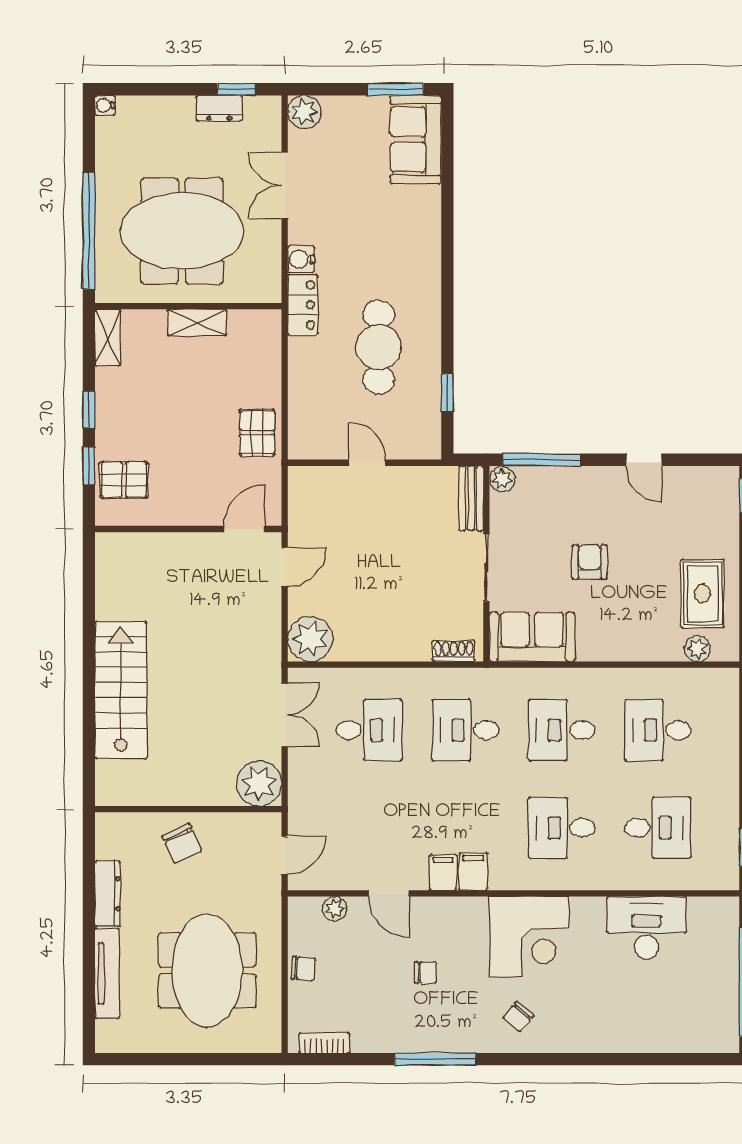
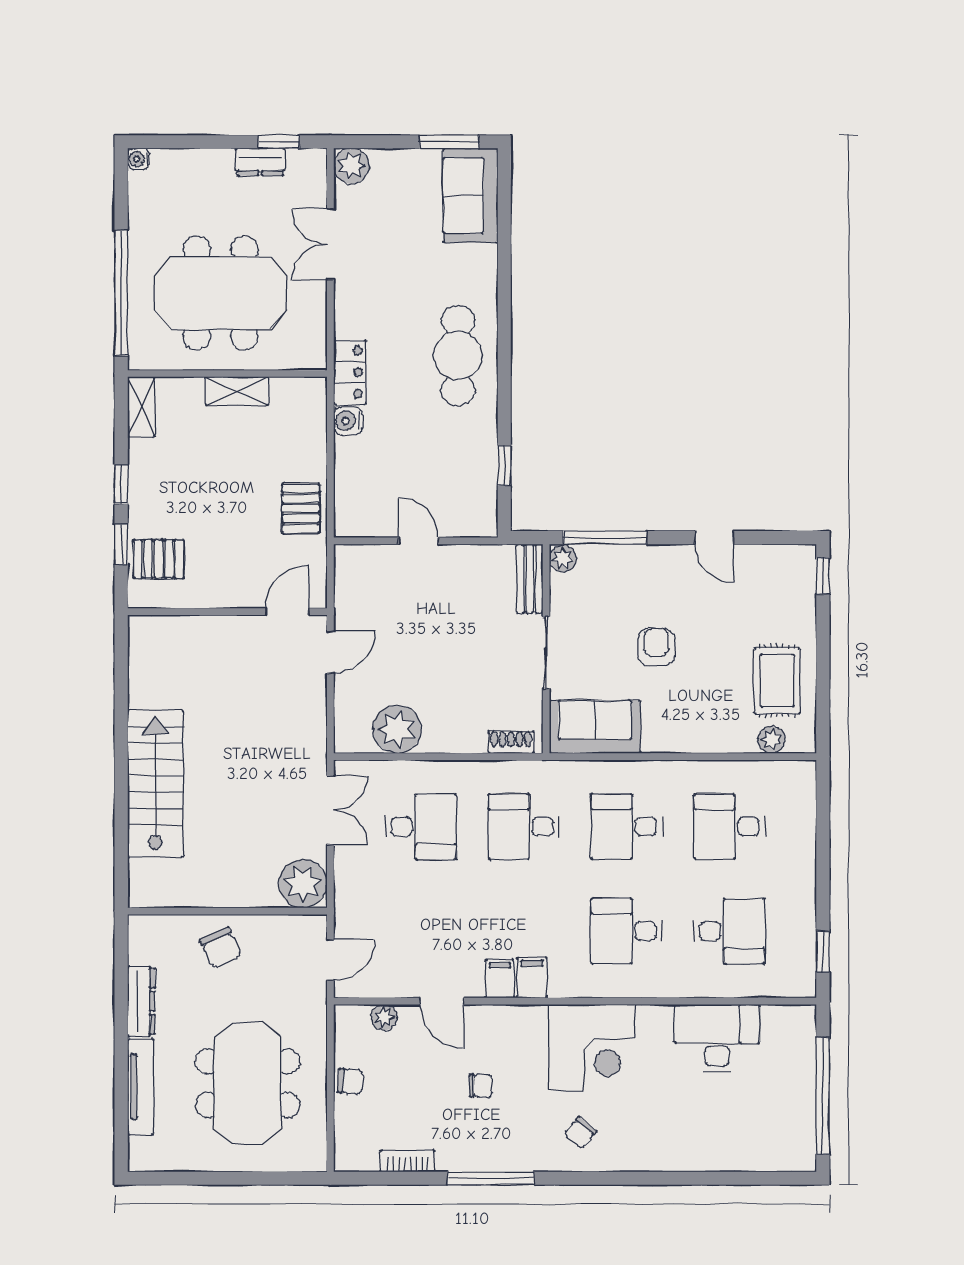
water cooler: (301, 259) -> (348, 421), moved
cafe table: (379, 347) -> (458, 355), moved
plant: (310, 639) -> (397, 729), moved
bookcase: (324, 1043) -> (408, 1161), moved

